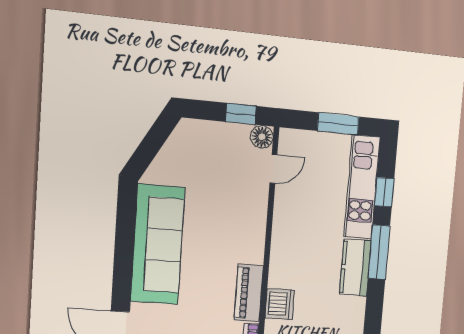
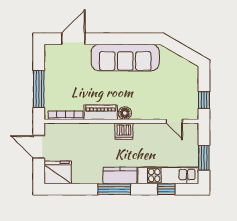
floor lamp: (262, 137) -> (125, 113), moved
window: (379, 252) -> (114, 189), moved
dishwasher: (280, 304) -> (124, 131), moved

